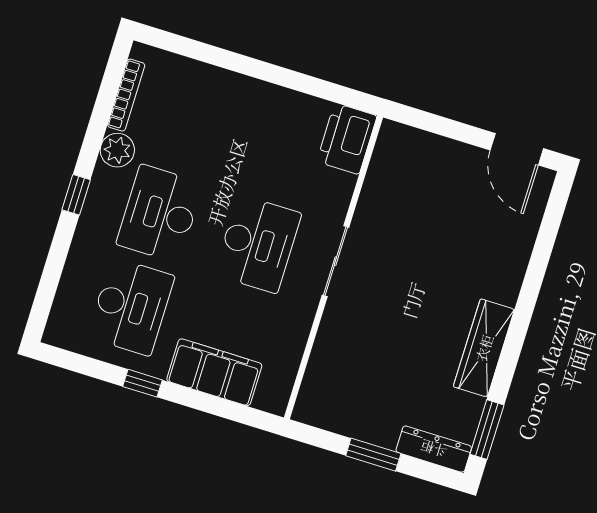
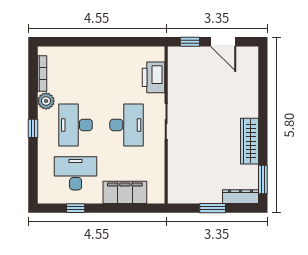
window: (429, 122) -> (190, 42), added
printer: (347, 139) -> (153, 77), moved
door: (517, 149) -> (223, 42), moved
desk: (131, 307) -> (76, 173), turned -90
window: (143, 383) -> (76, 208), moved

